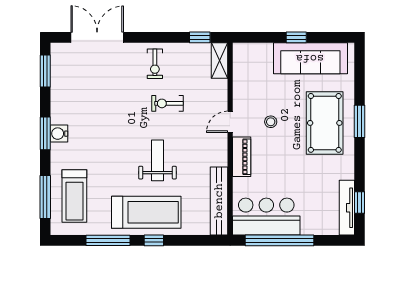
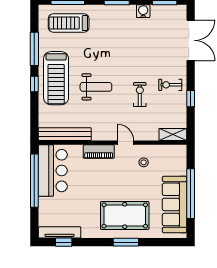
window: (200, 37) -> (191, 99), moved
window: (296, 37) -> (191, 194), width x3.17
stool: (271, 122) -> (144, 162), moved
water cooler: (59, 134) -> (143, 11), moved

